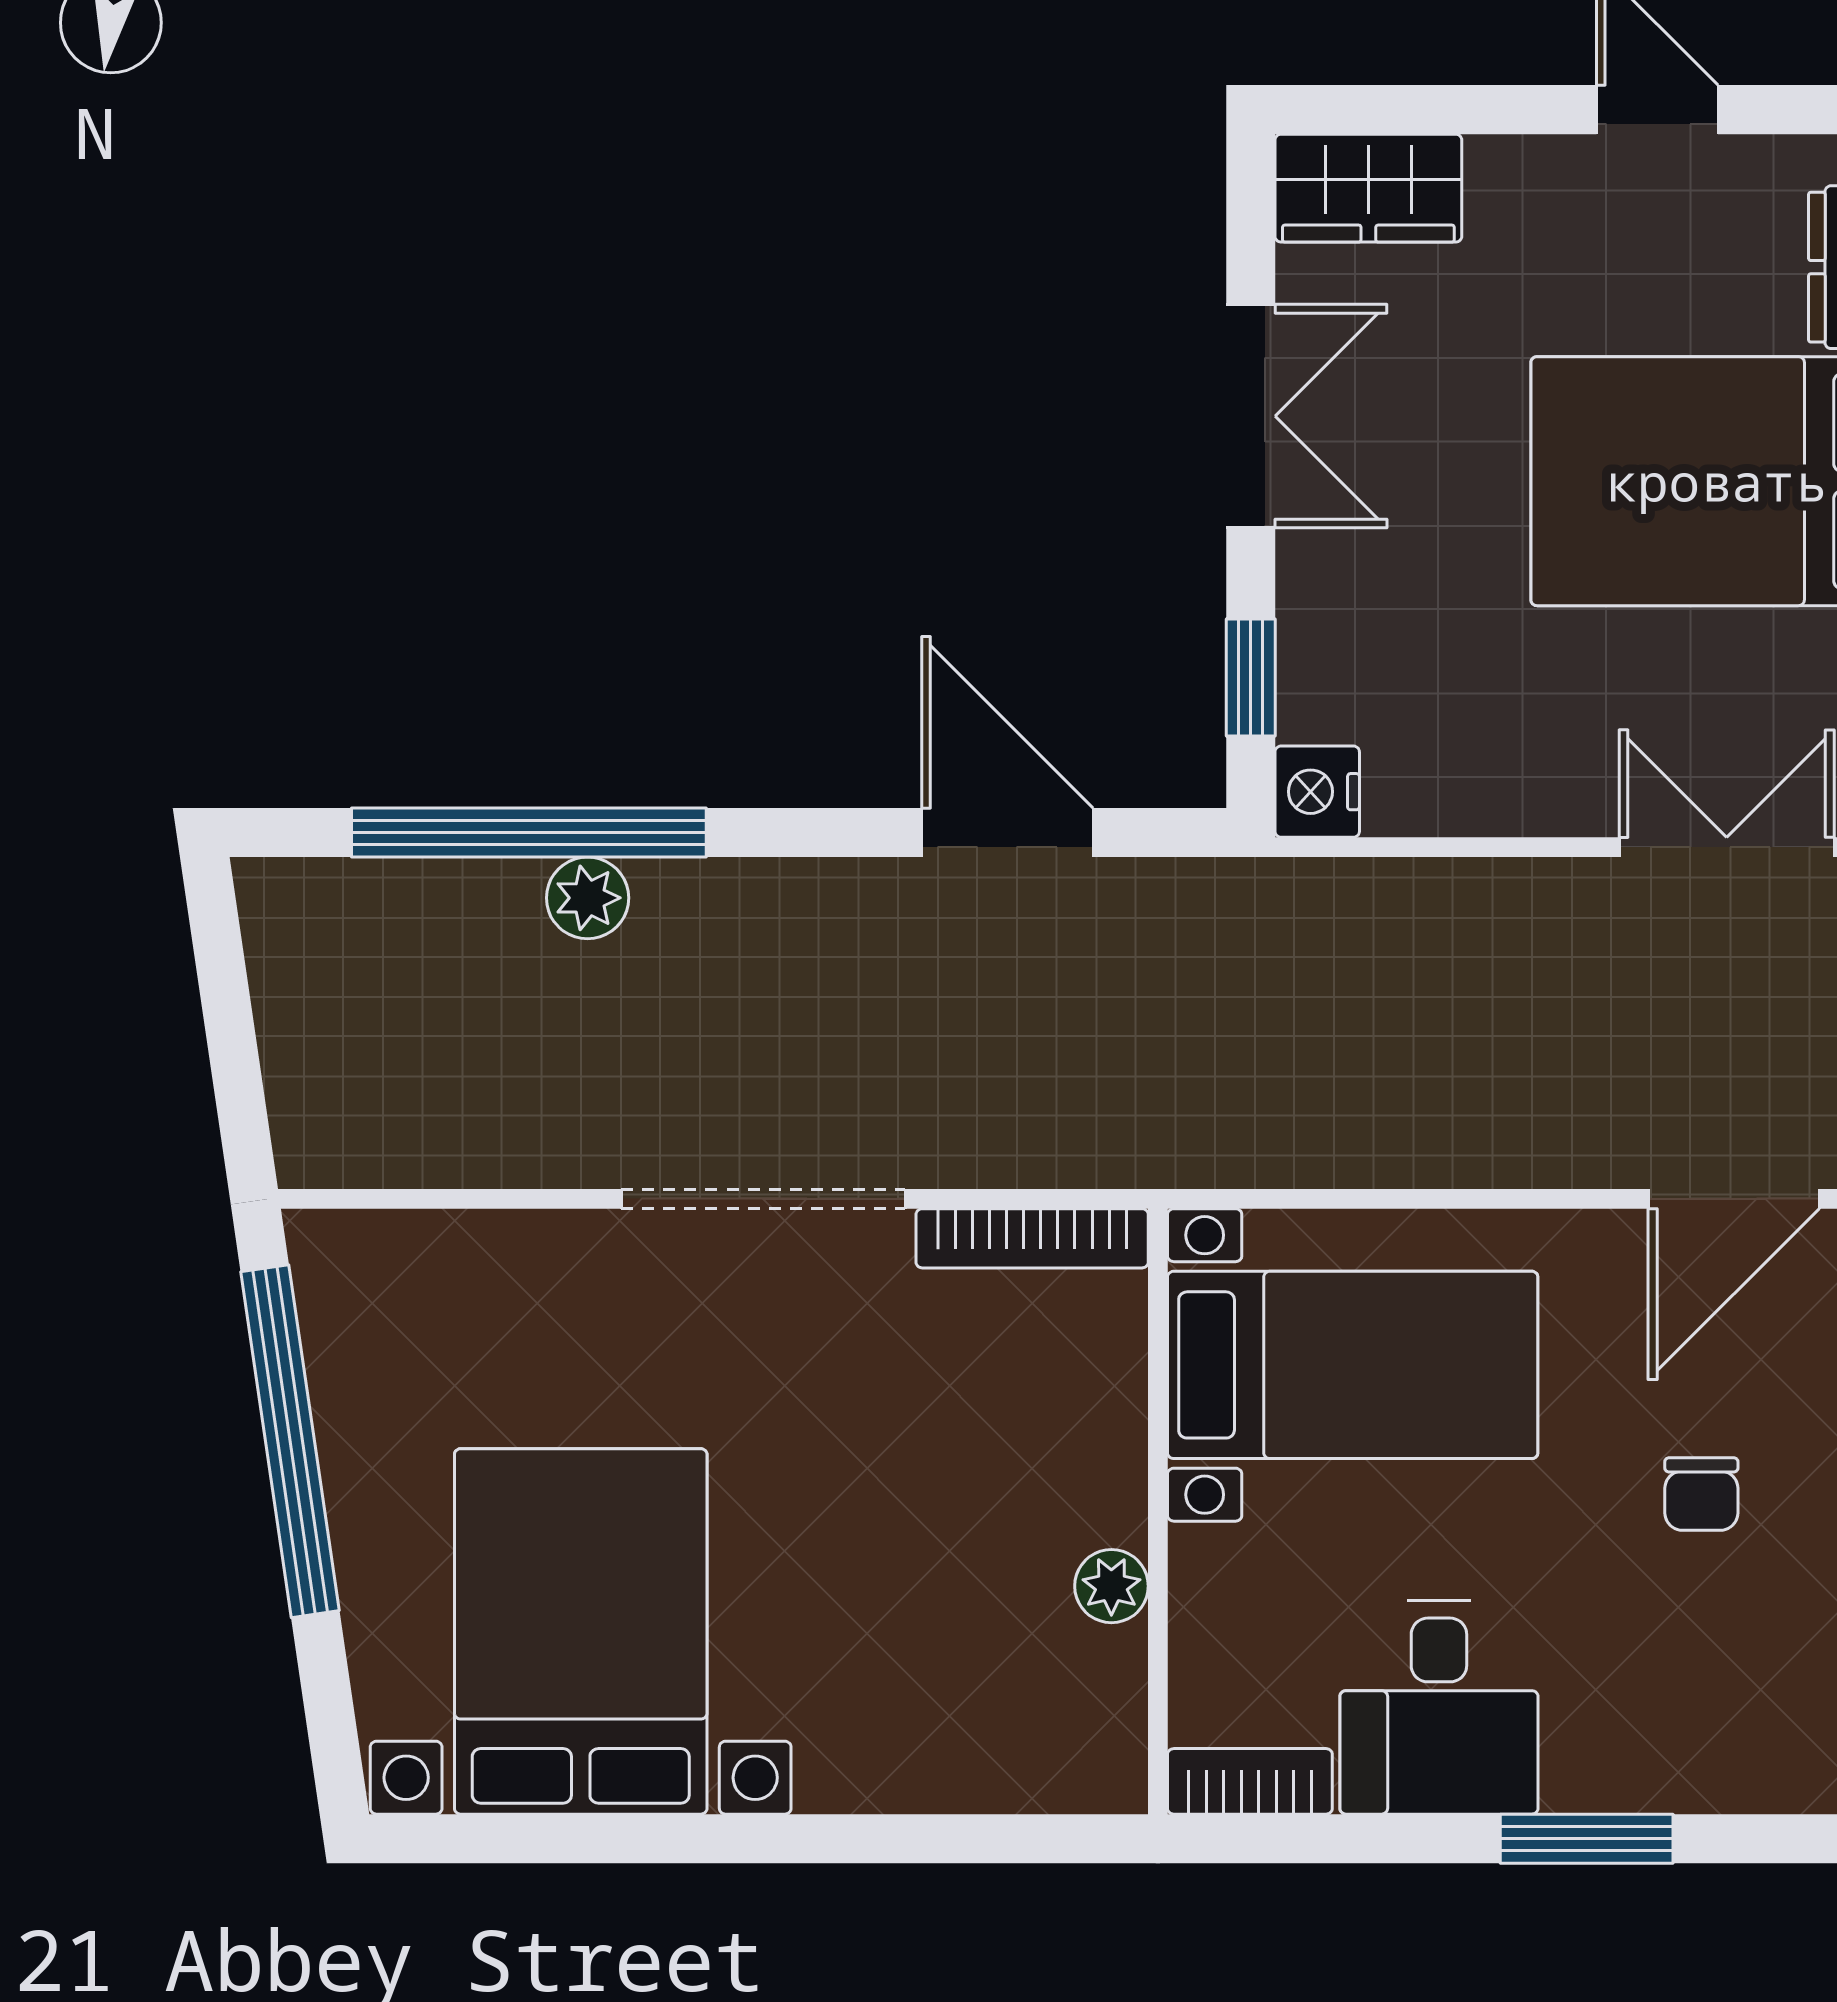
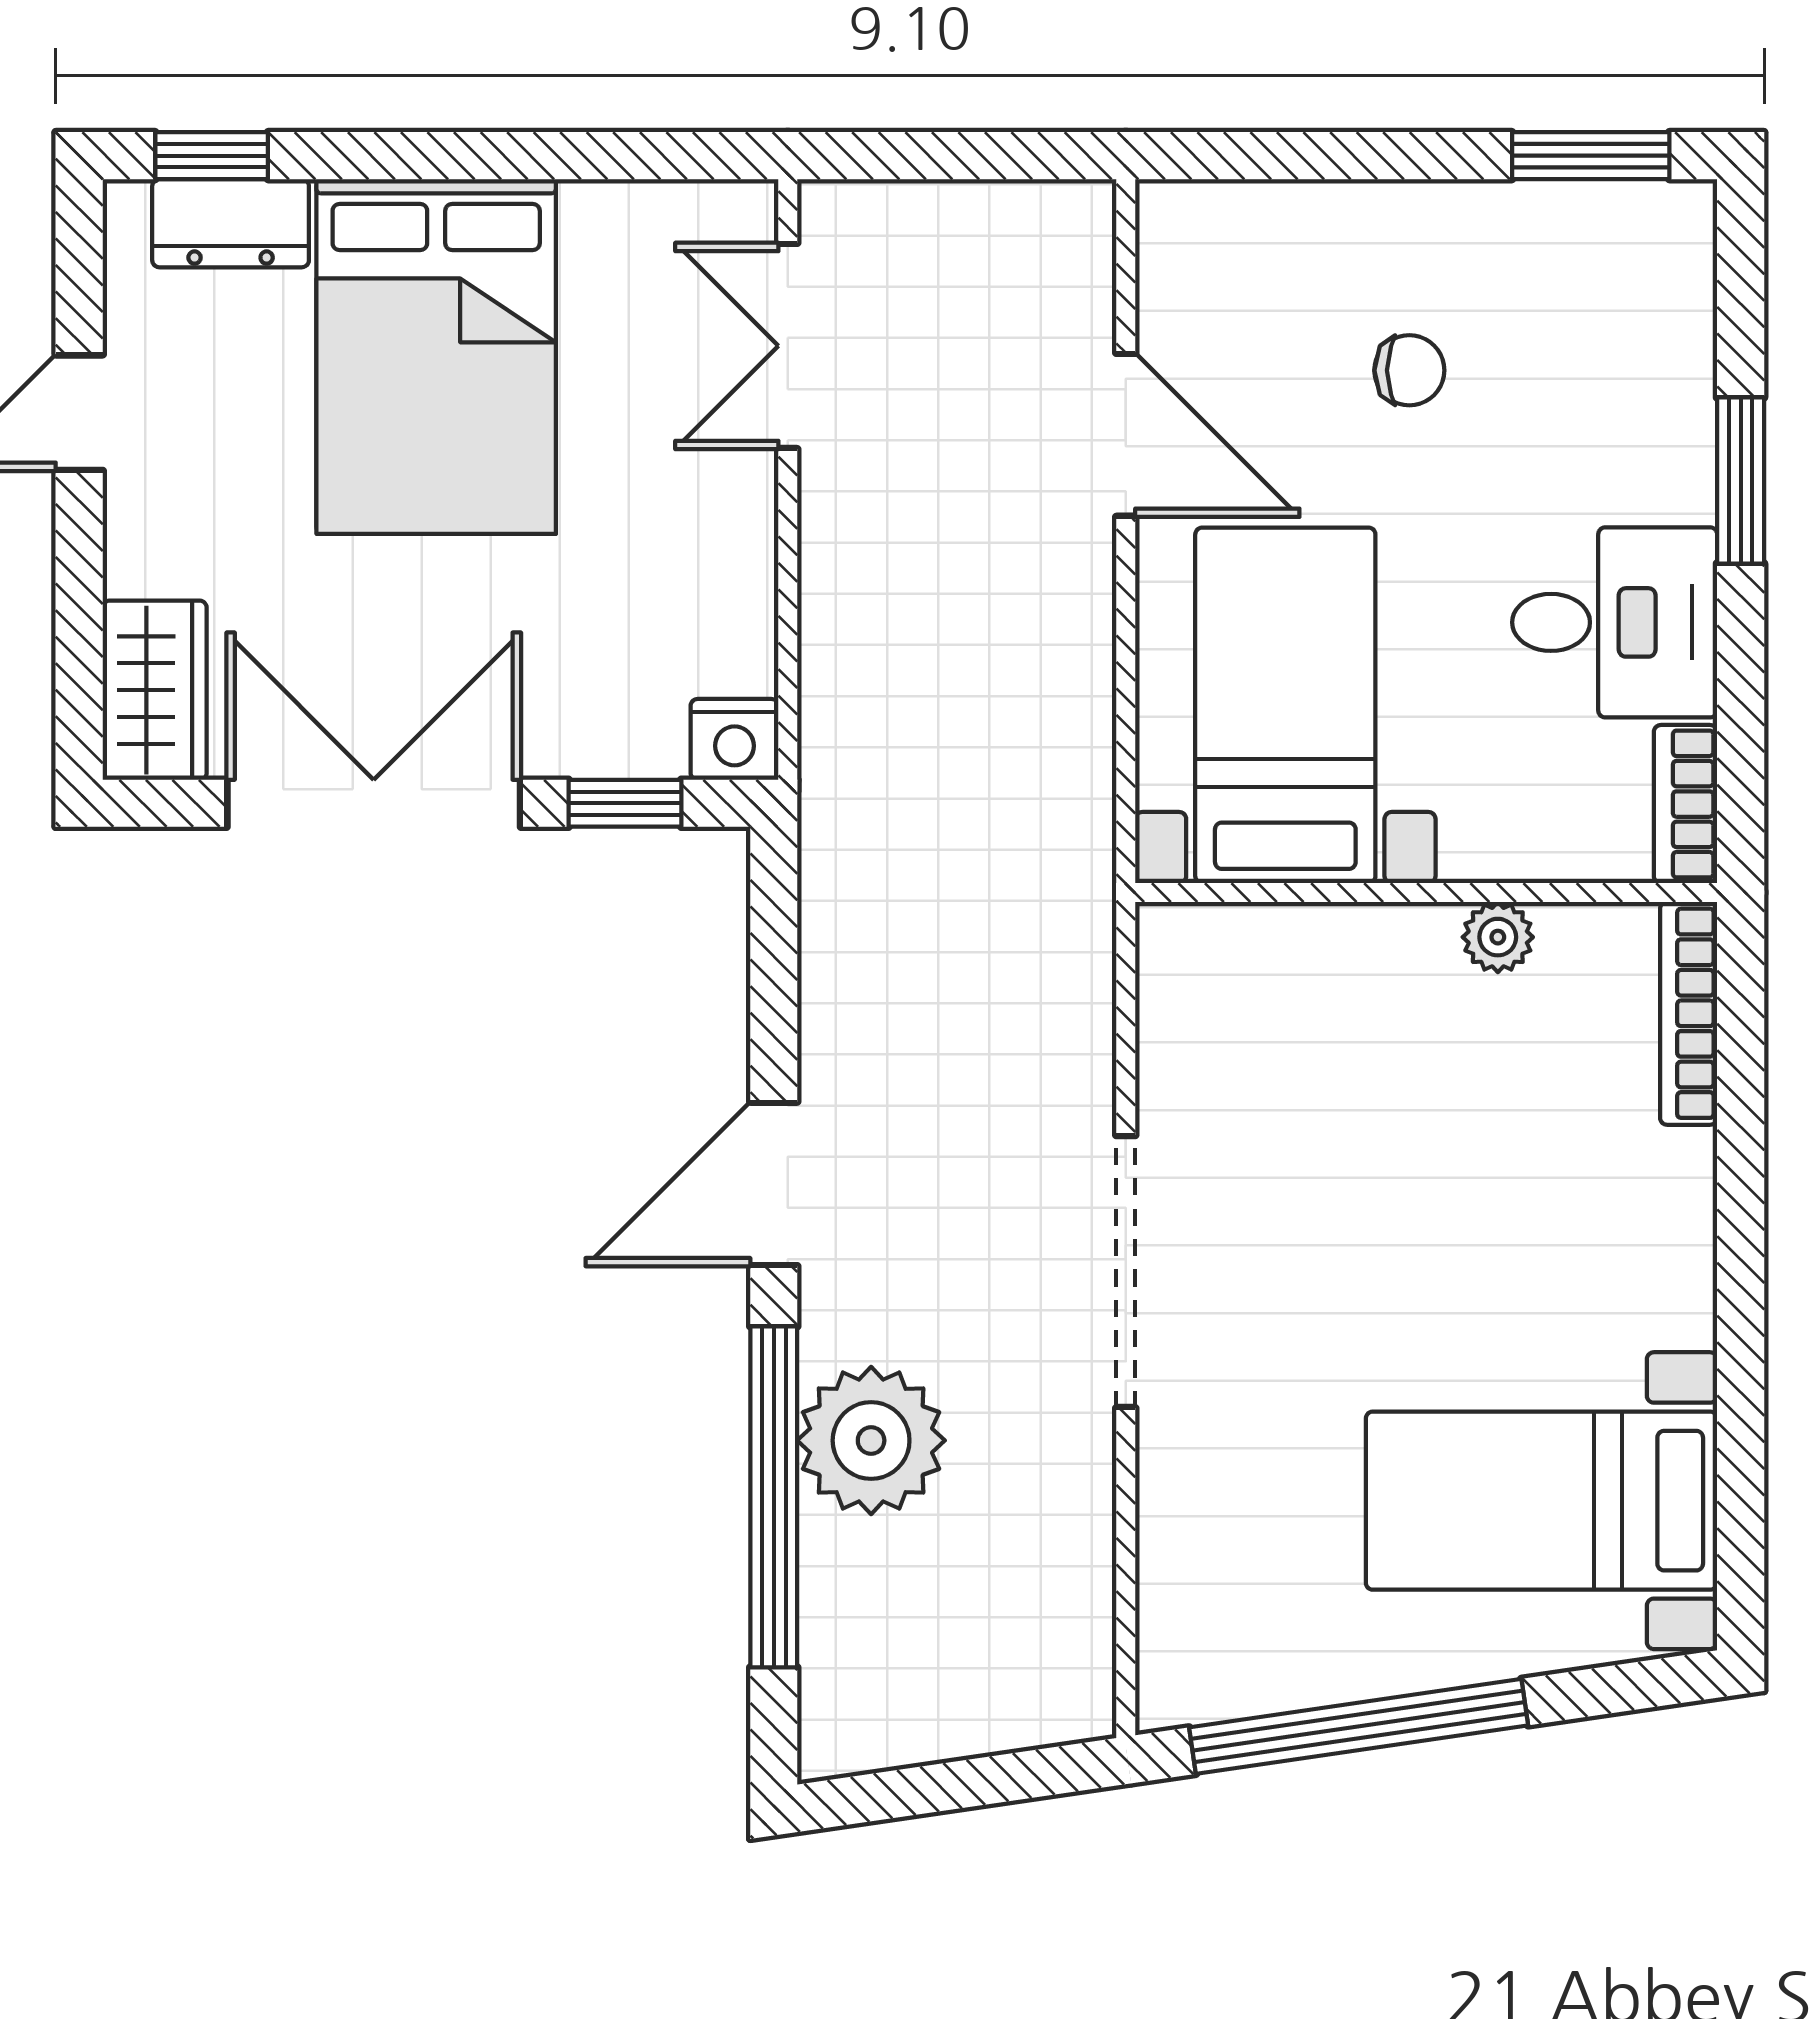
double door: (1251, 416) -> (374, 803), width x1.37
door: (1007, 833) -> (774, 1184), moved
plant: (588, 898) -> (871, 1440), width x1.88, depth x1.88
door: (1734, 1199) -> (1126, 435), moved
bookcase: (1032, 1238) -> (1689, 1013), moved, turned 180
bed with nightstands: (581, 1631) -> (1541, 1501), width x0.73

